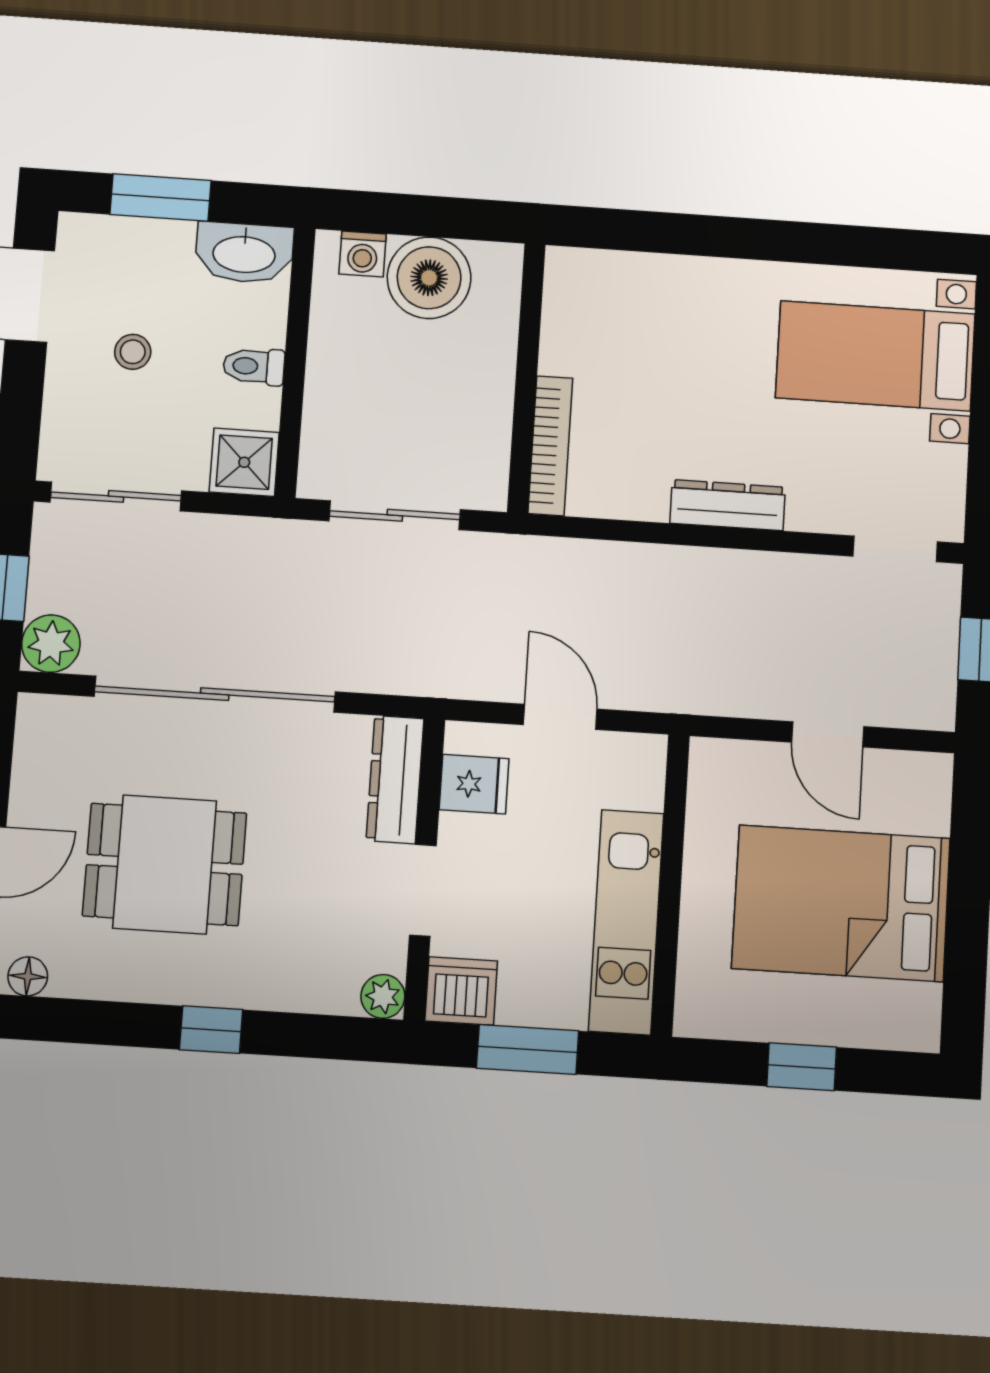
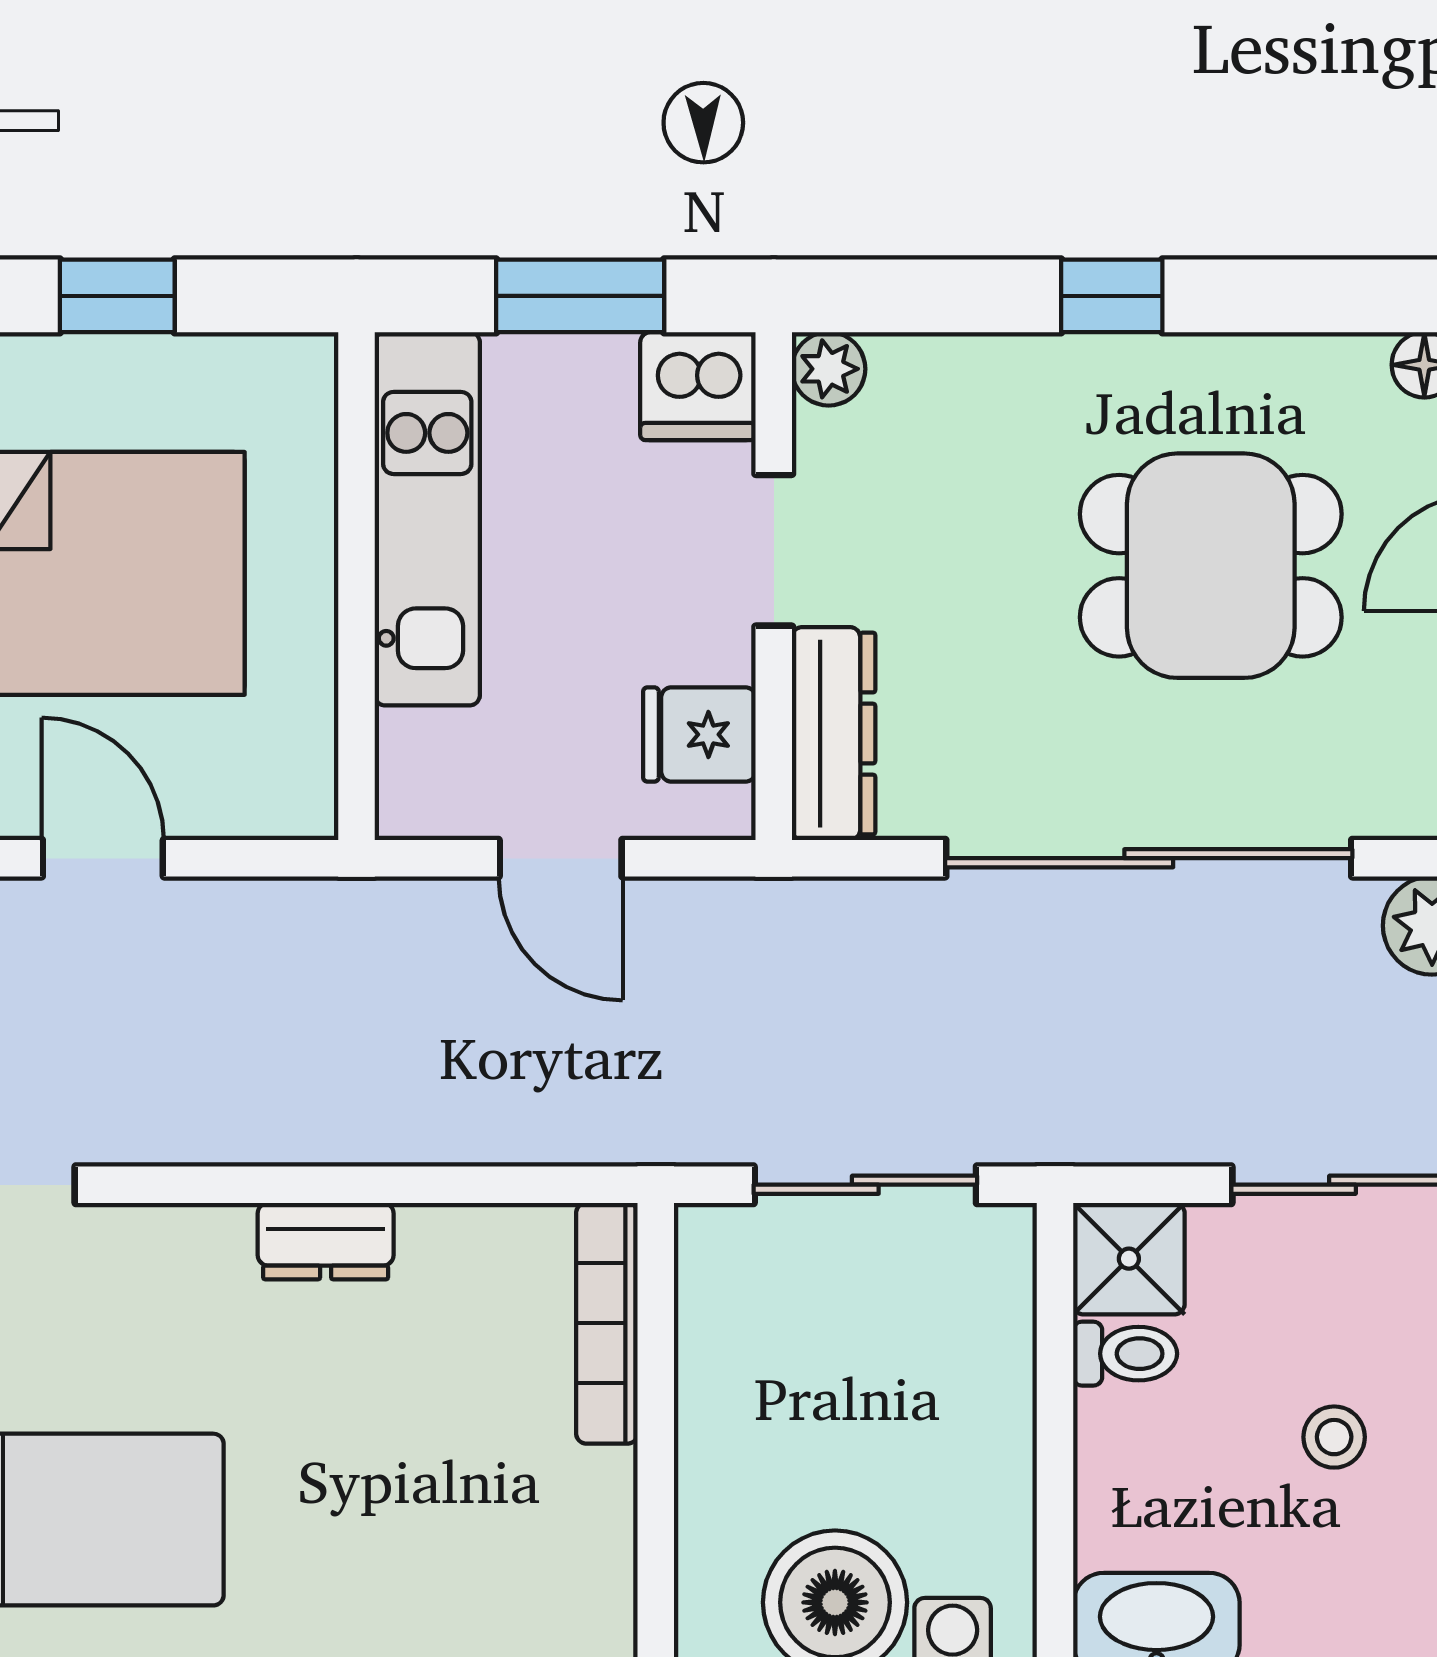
toilet: (254, 366) -> (1125, 1354), moved
dresser: (728, 505) -> (326, 1241), width x0.70

